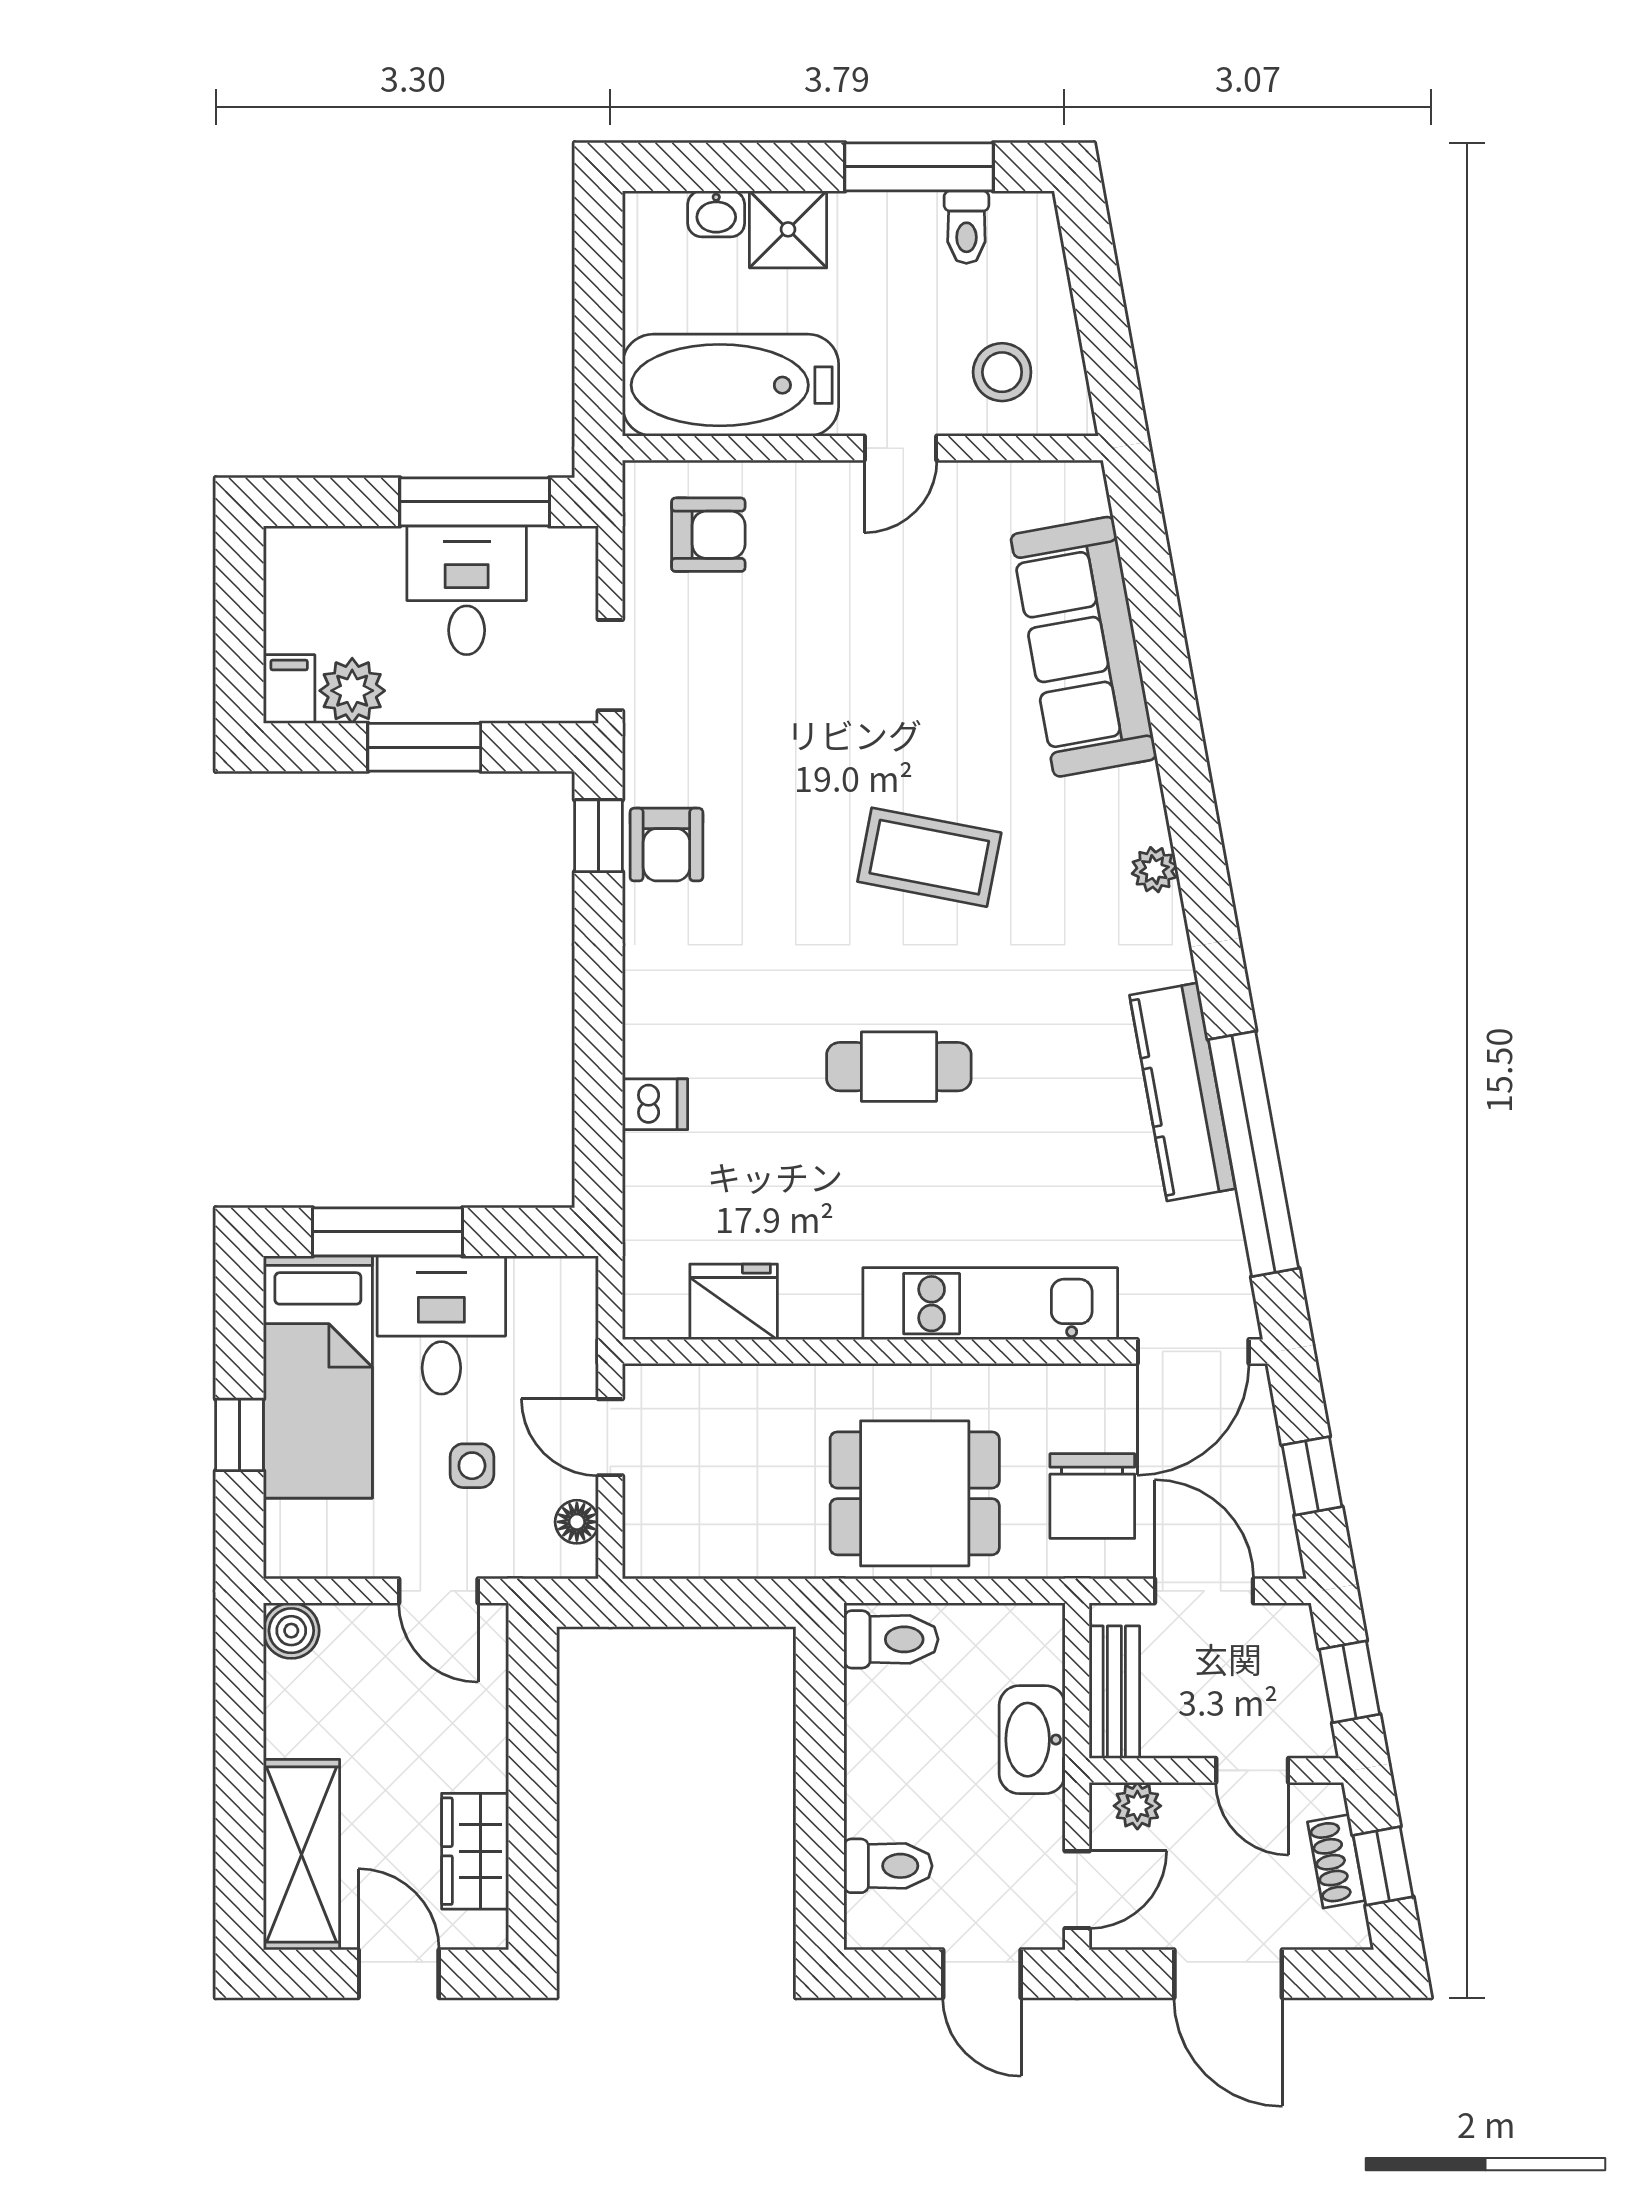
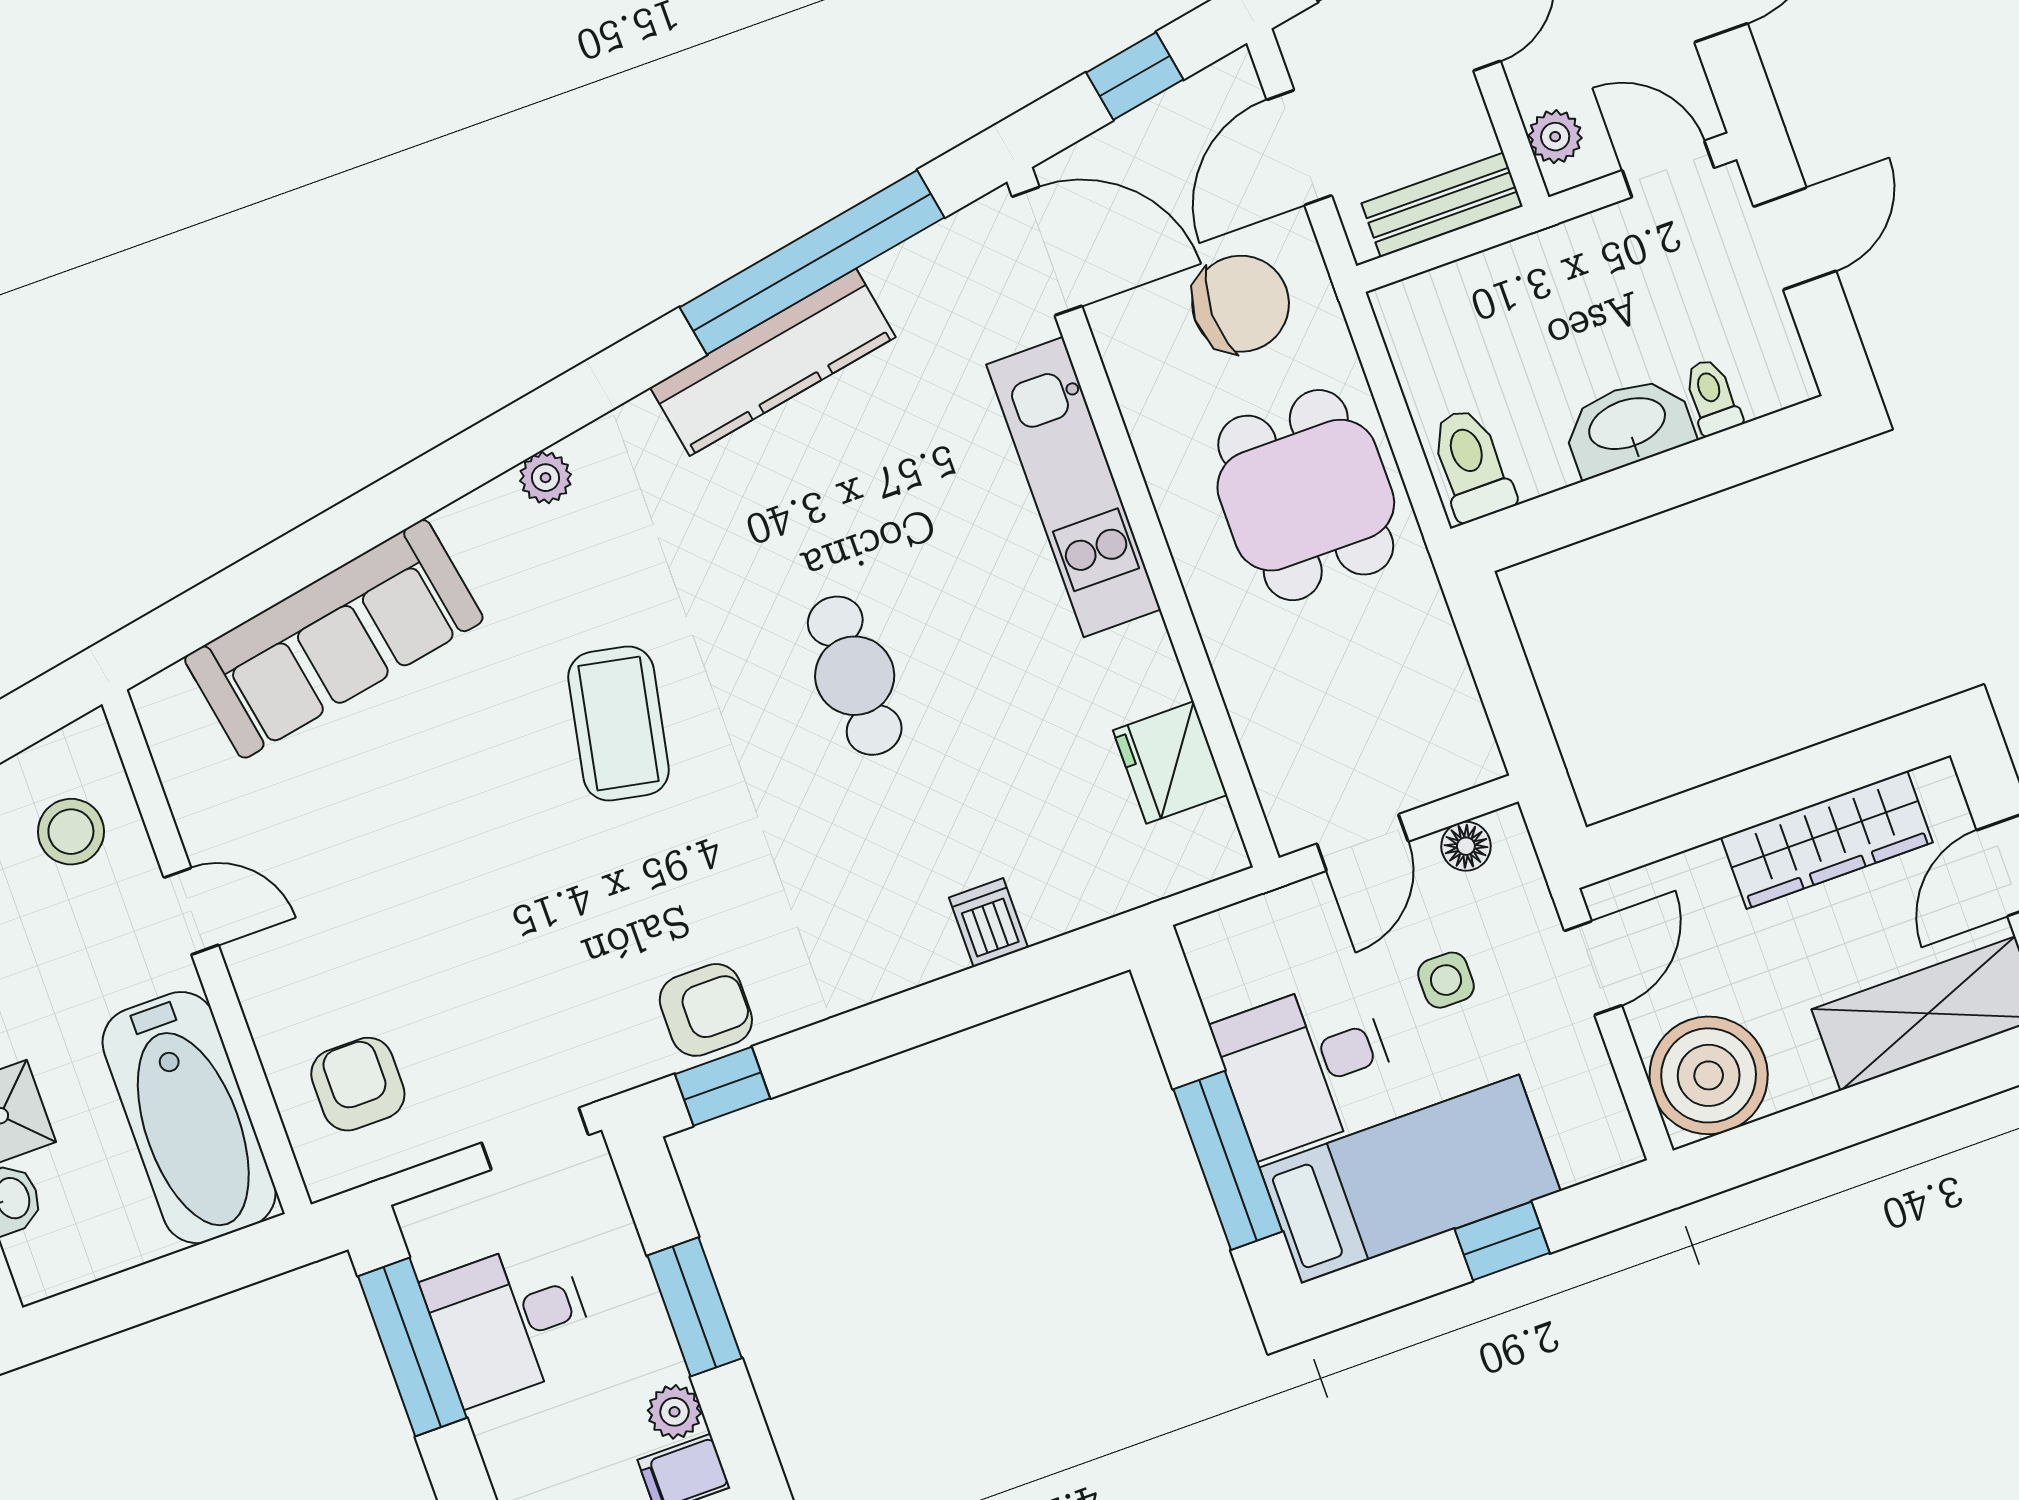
plant: (352, 691) -> (674, 1412), width x0.73, depth x0.73
boiler: (291, 1631) -> (1709, 1075), width x1.86, depth x1.86
washbasin: (1032, 1740) -> (1628, 426), moved, turned 180
wardrobe: (475, 1851) -> (1827, 840), width x1.50
toilet: (888, 1866) -> (1712, 397), width x0.73, depth x0.72

